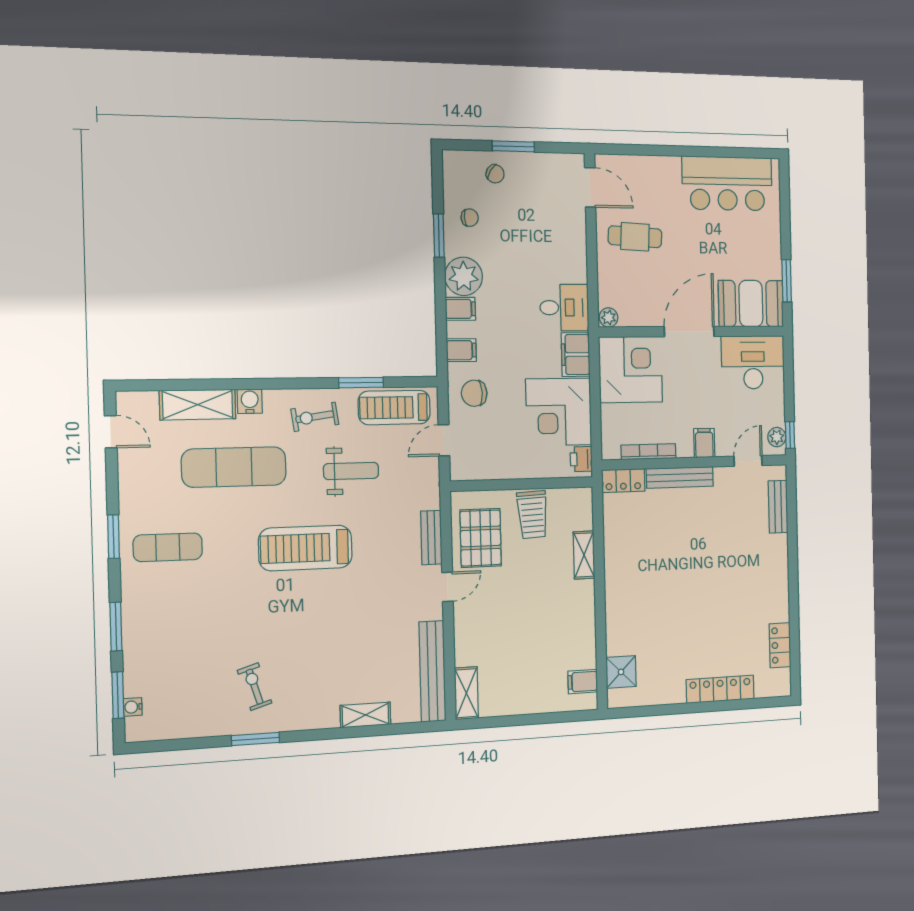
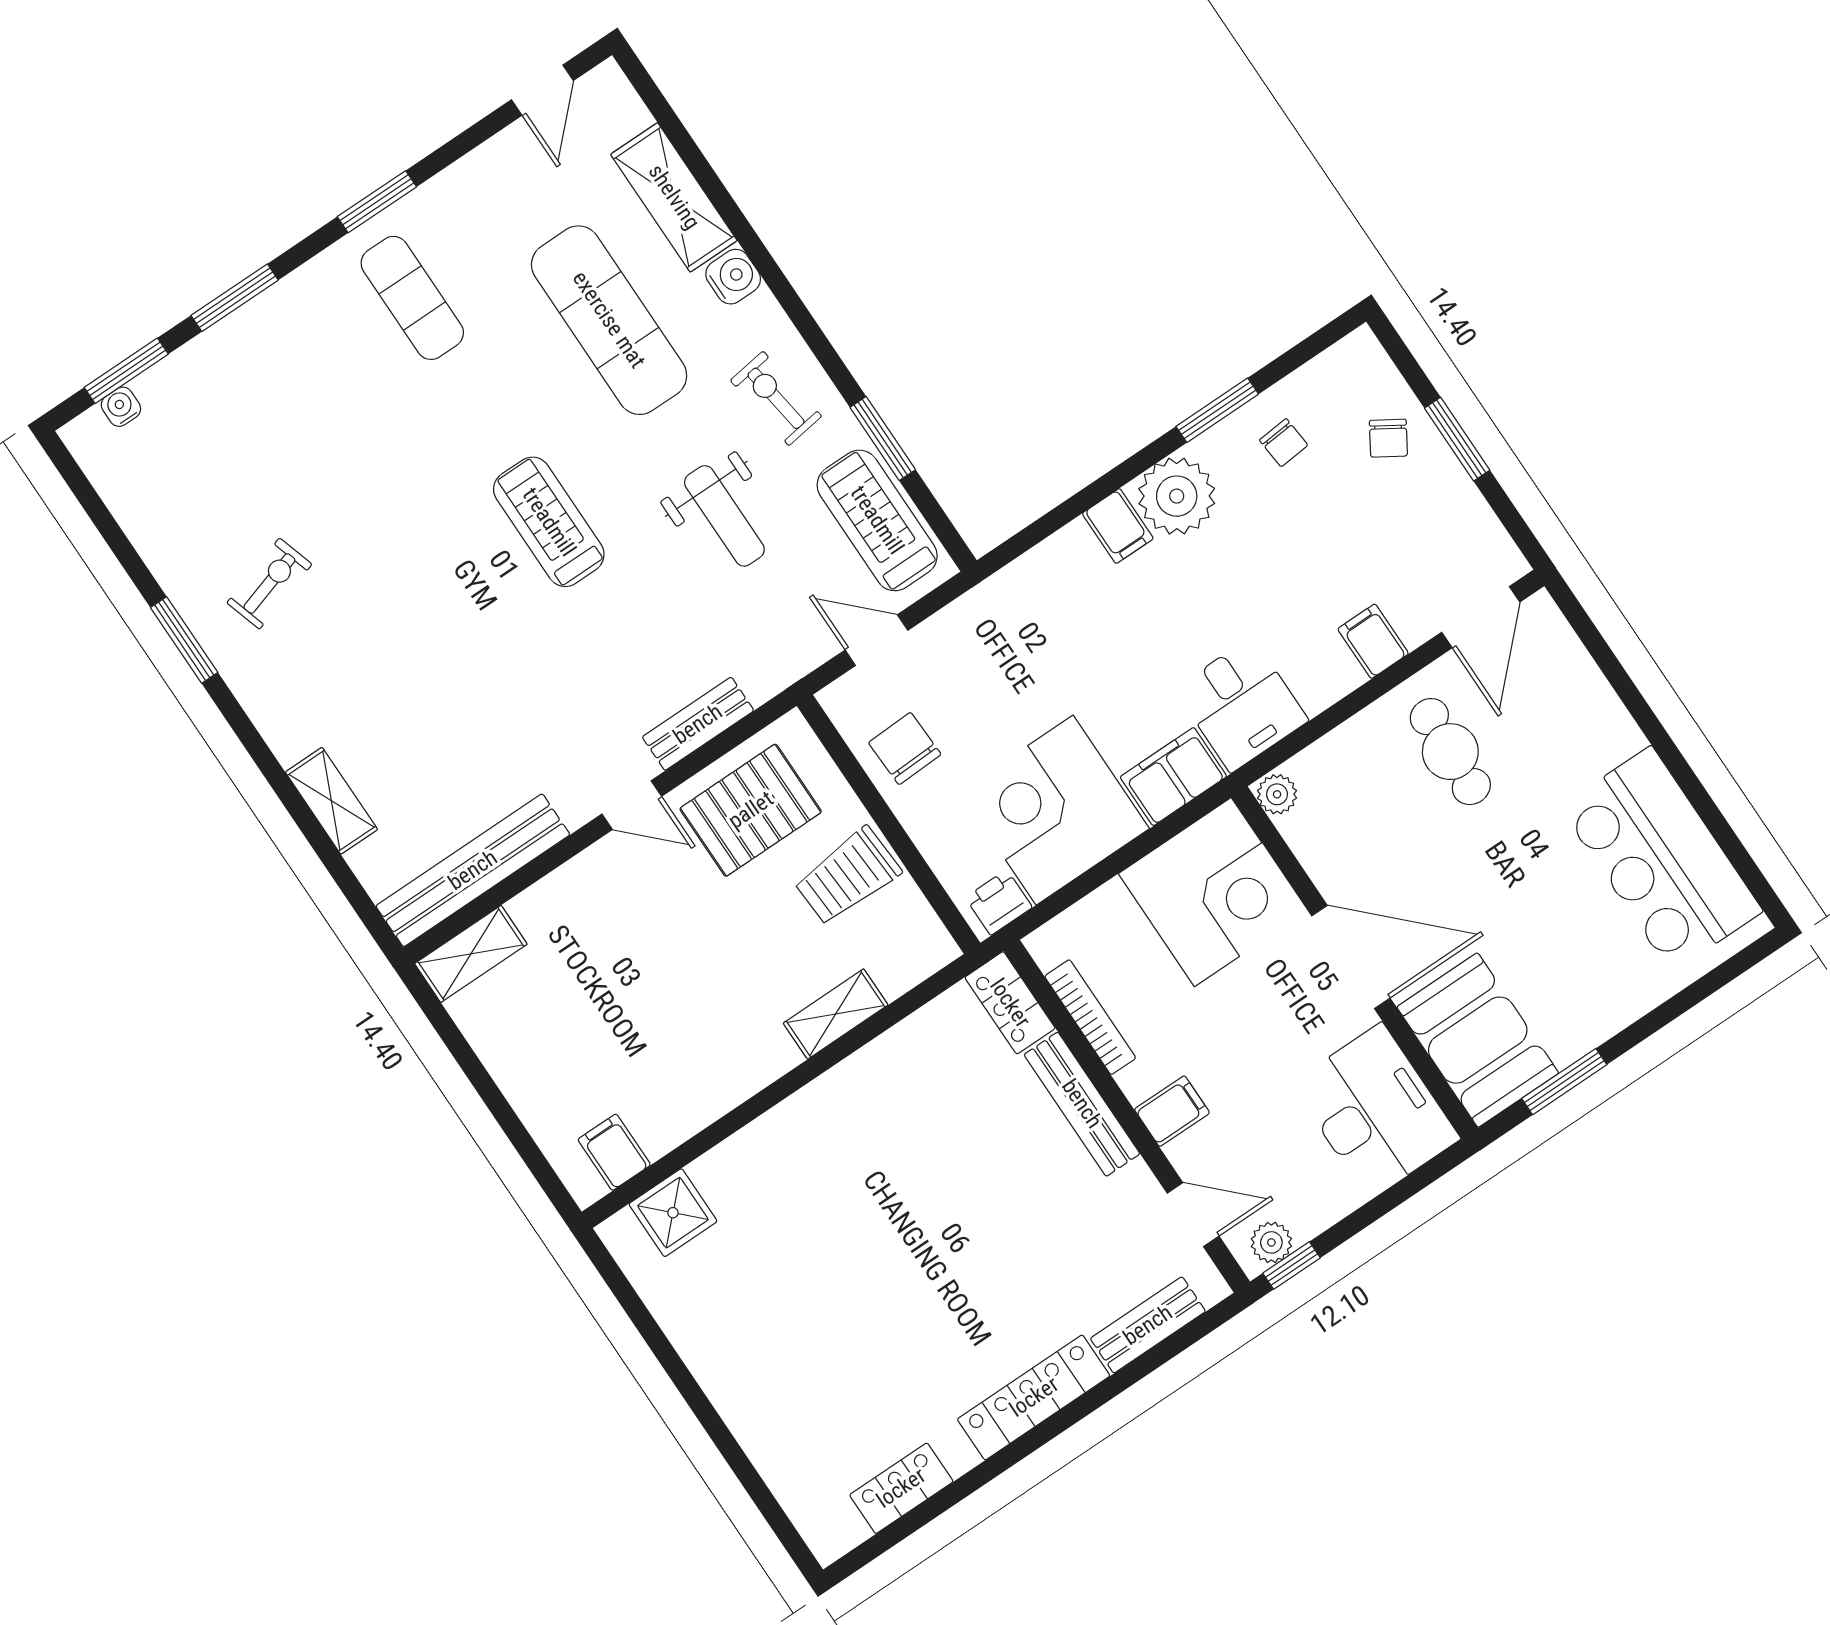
filing cabinet: (461, 350) -> (1373, 641), moved, turned 180
chair: (474, 393) -> (905, 749), moved
treadmill: (305, 548) -> (549, 522), width x0.73, depth x0.73
locker: (720, 689) -> (1034, 1397), moved, turned -90

